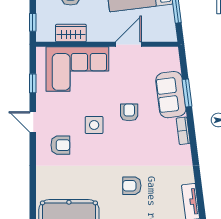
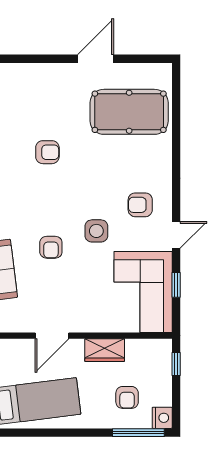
wardrobe: (71, 33) -> (105, 350), moved
corner sofa: (77, 69) -> (143, 292), moved, turned -90
door: (33, 122) -> (176, 235), hinge flipped

